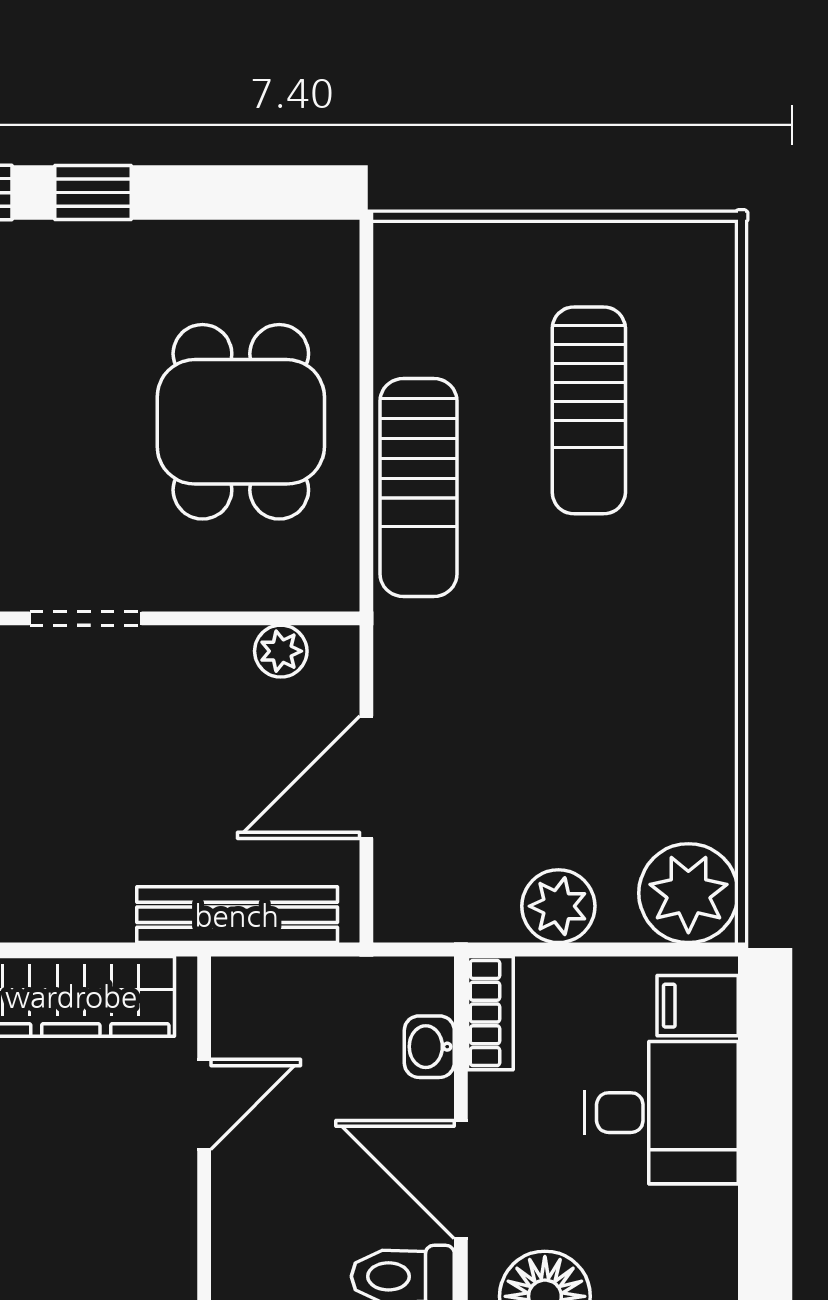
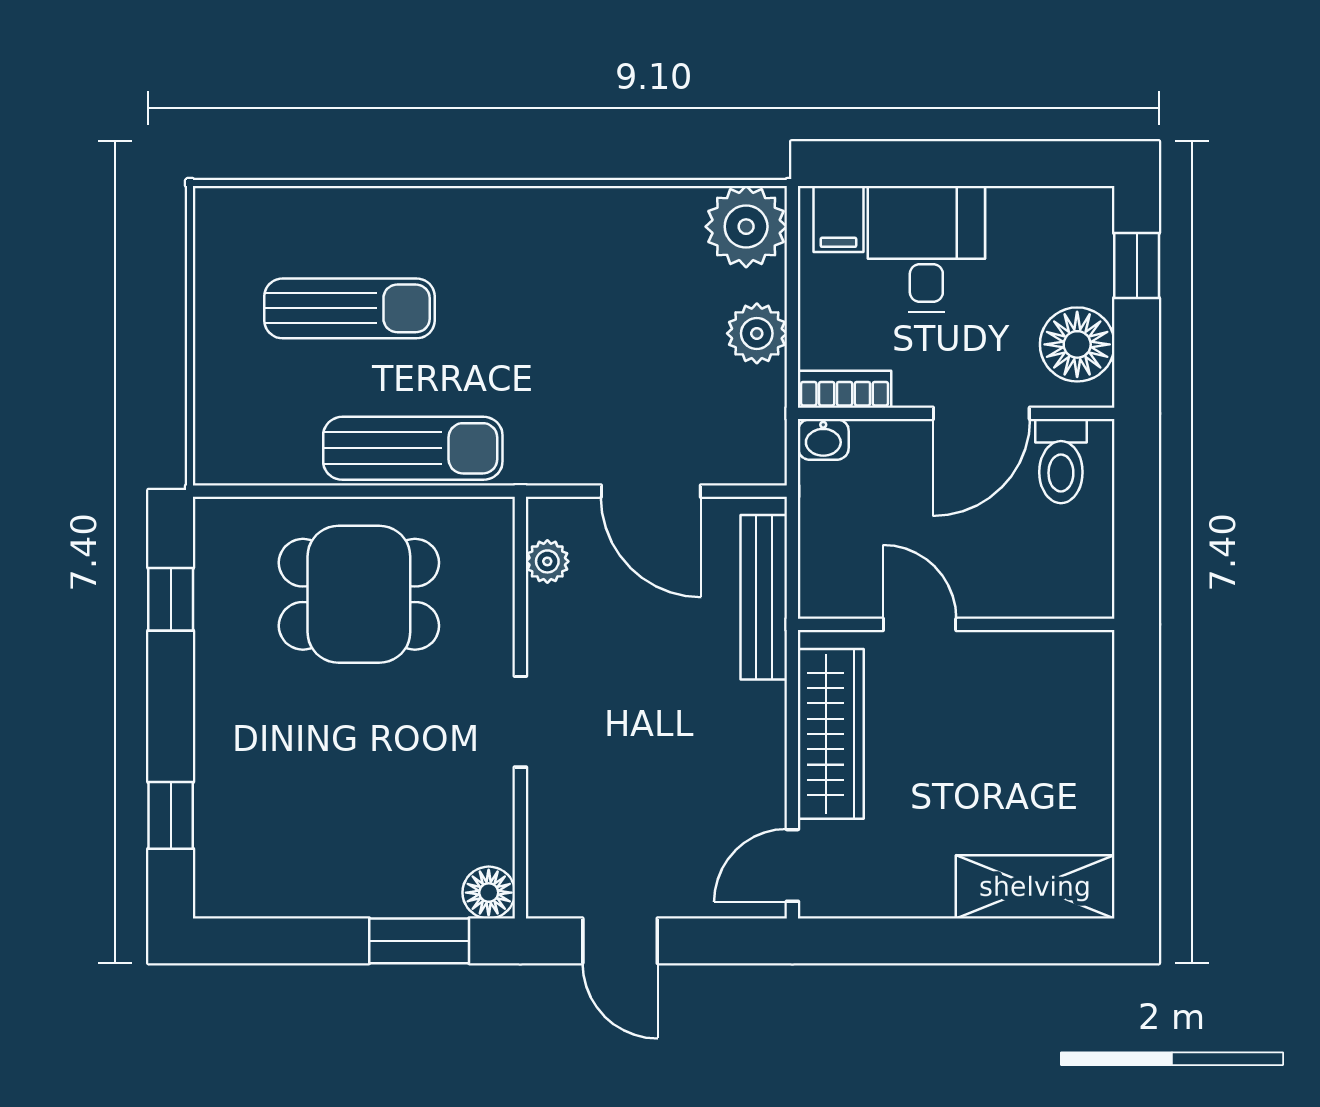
window: (93, 193) -> (171, 599), moved
washbasin: (429, 1047) -> (823, 439), moved

